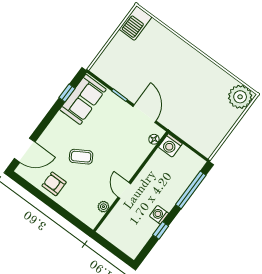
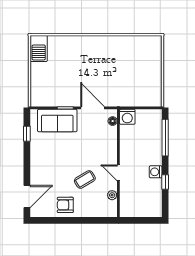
plant: (240, 97) -> (151, 46), removed
sofa: (83, 99) -> (57, 121), moved, turned 90
coffee table: (81, 157) -> (85, 179), moved

